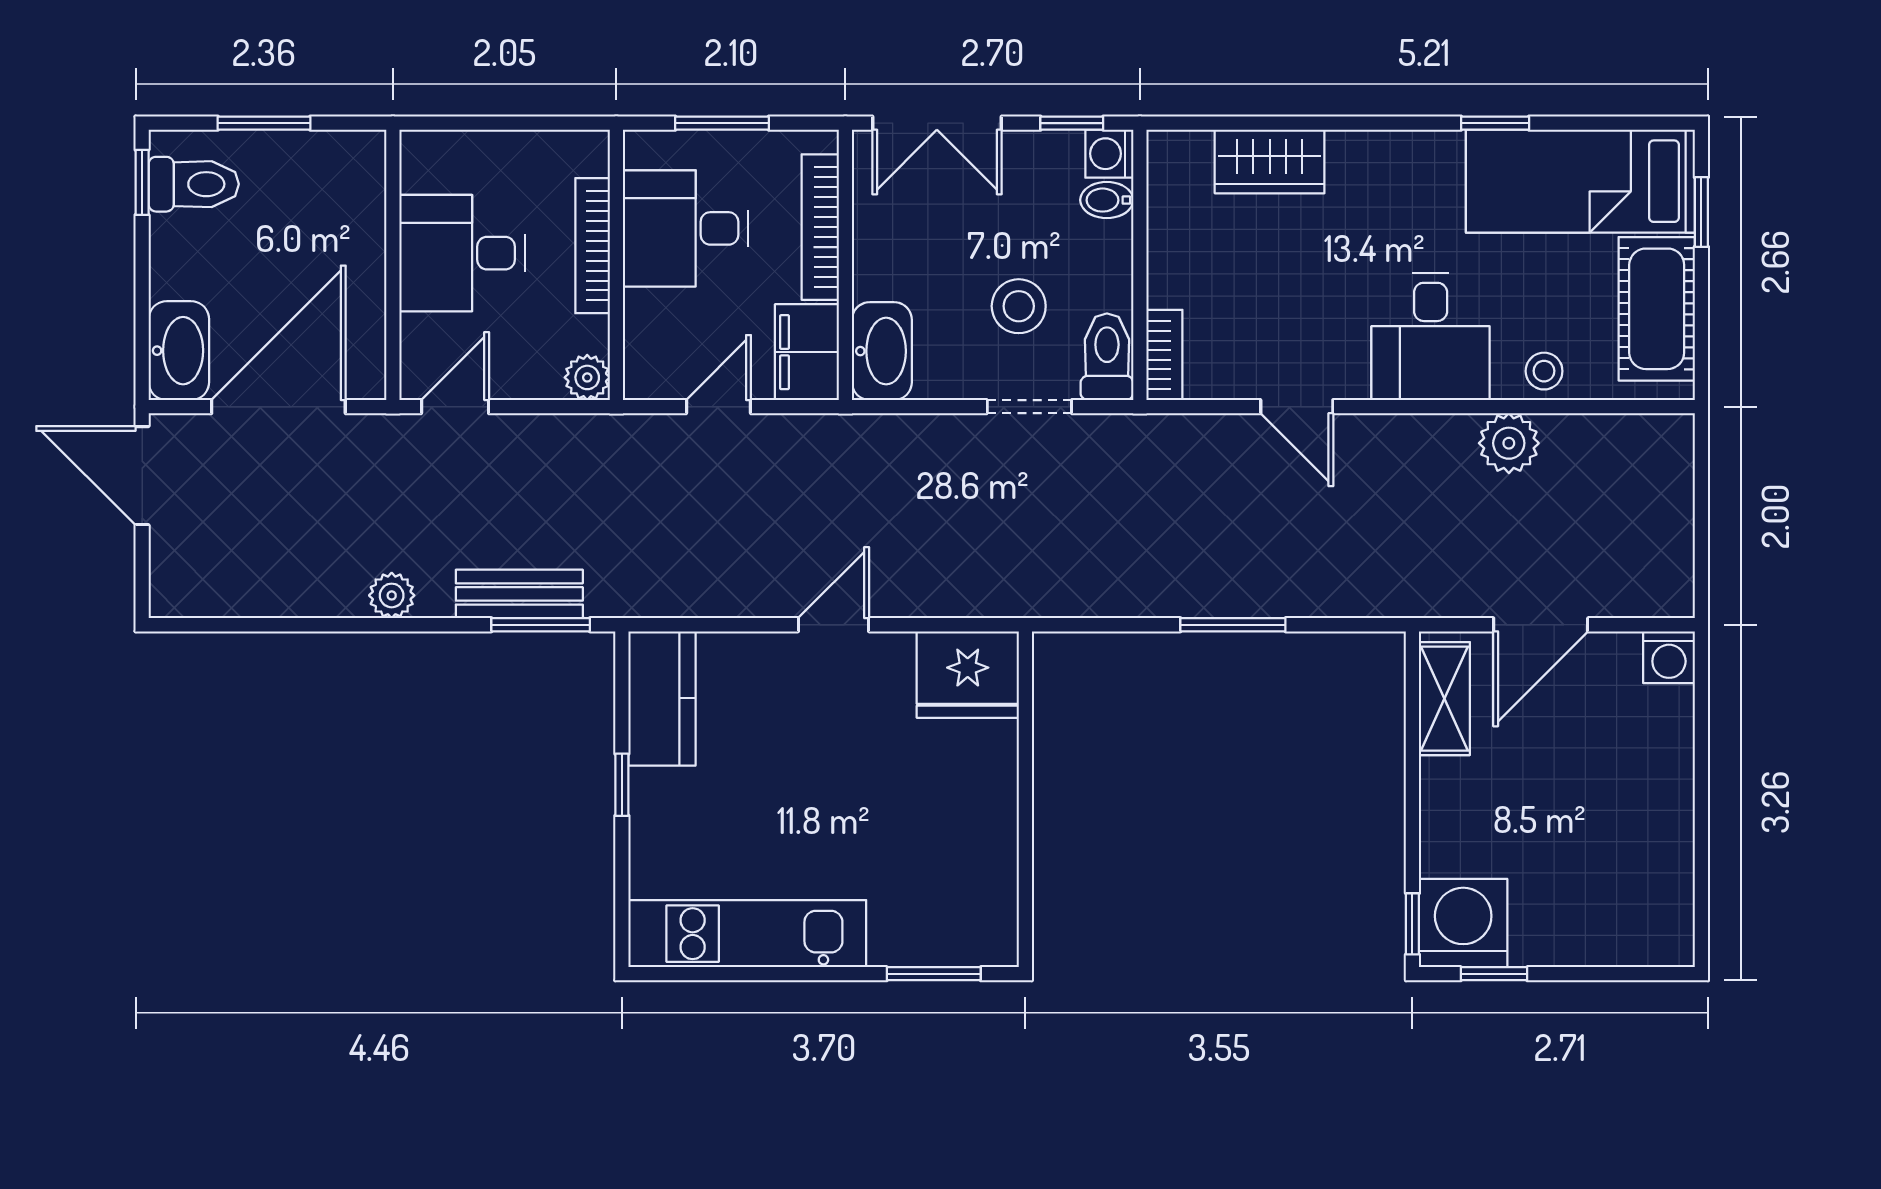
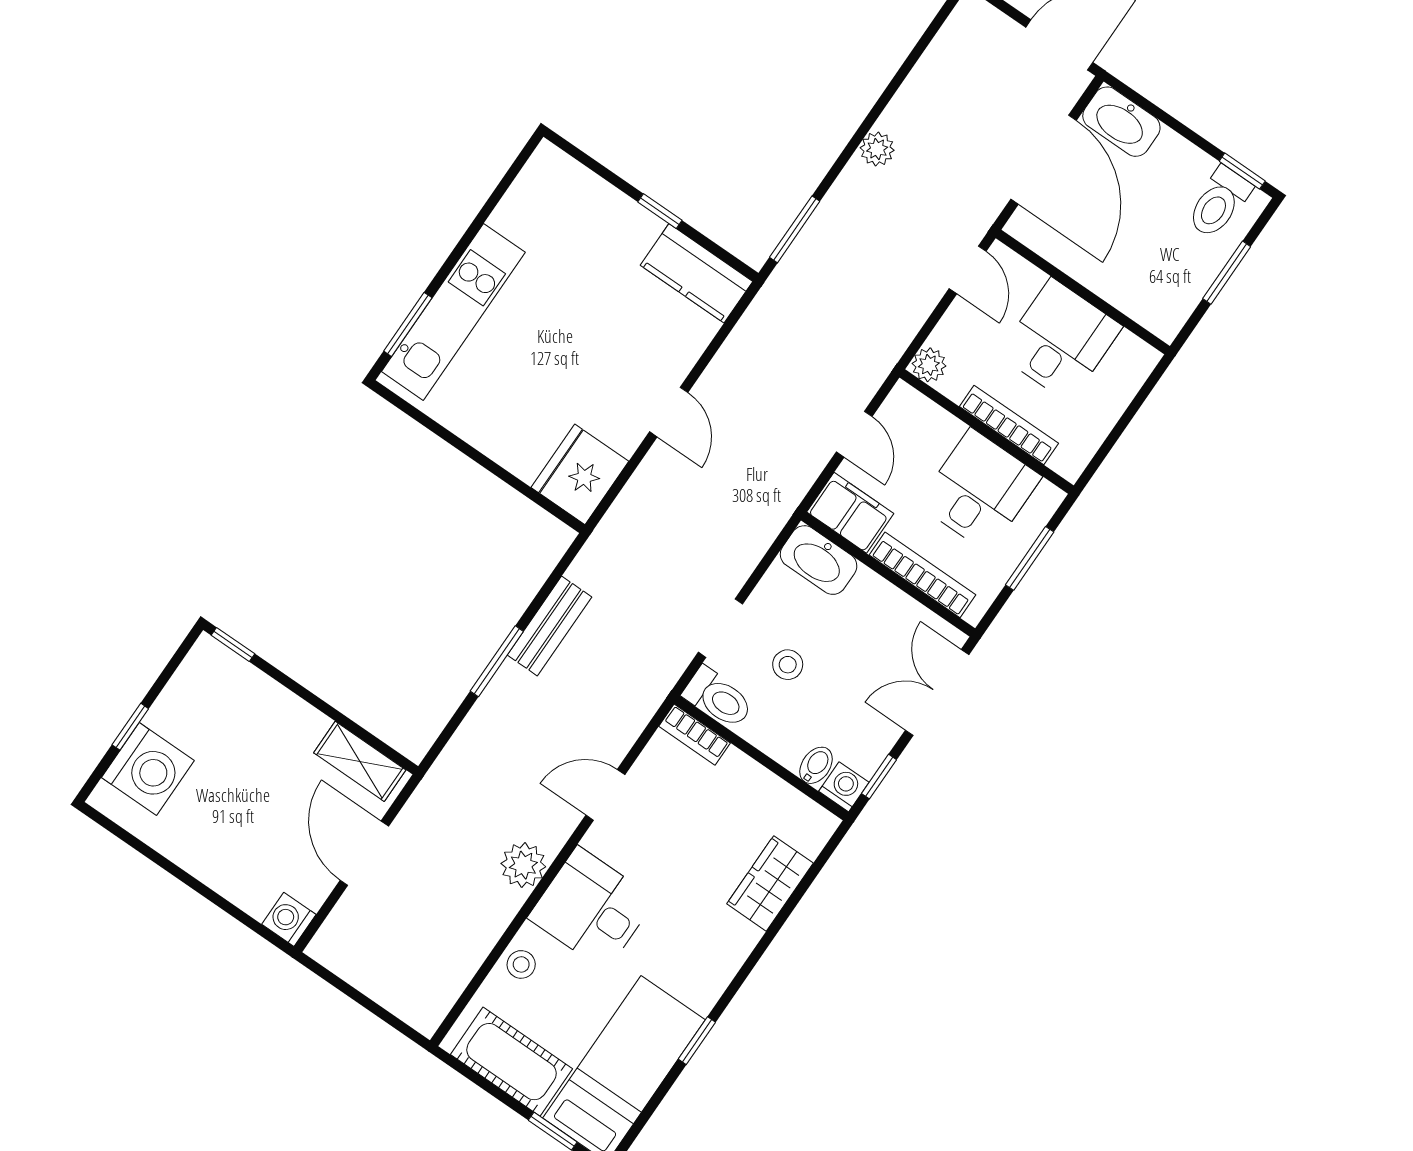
stool: (1019, 306) -> (788, 665), width x0.73, depth x0.73
plant: (1509, 443) -> (523, 865), moved
bench: (519, 594) -> (549, 626), moved
washing machine: (1463, 923) -> (148, 769), moved
kitchen unit: (747, 934) -> (453, 312), moved
window: (1494, 974) -> (130, 727), moved

